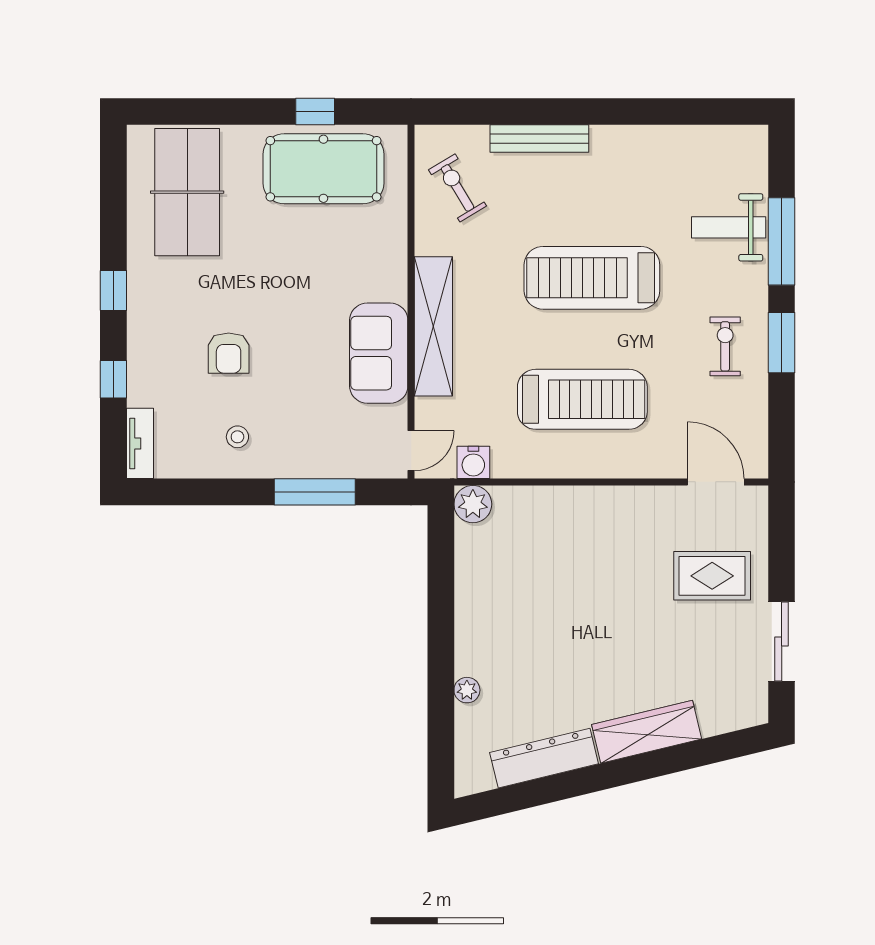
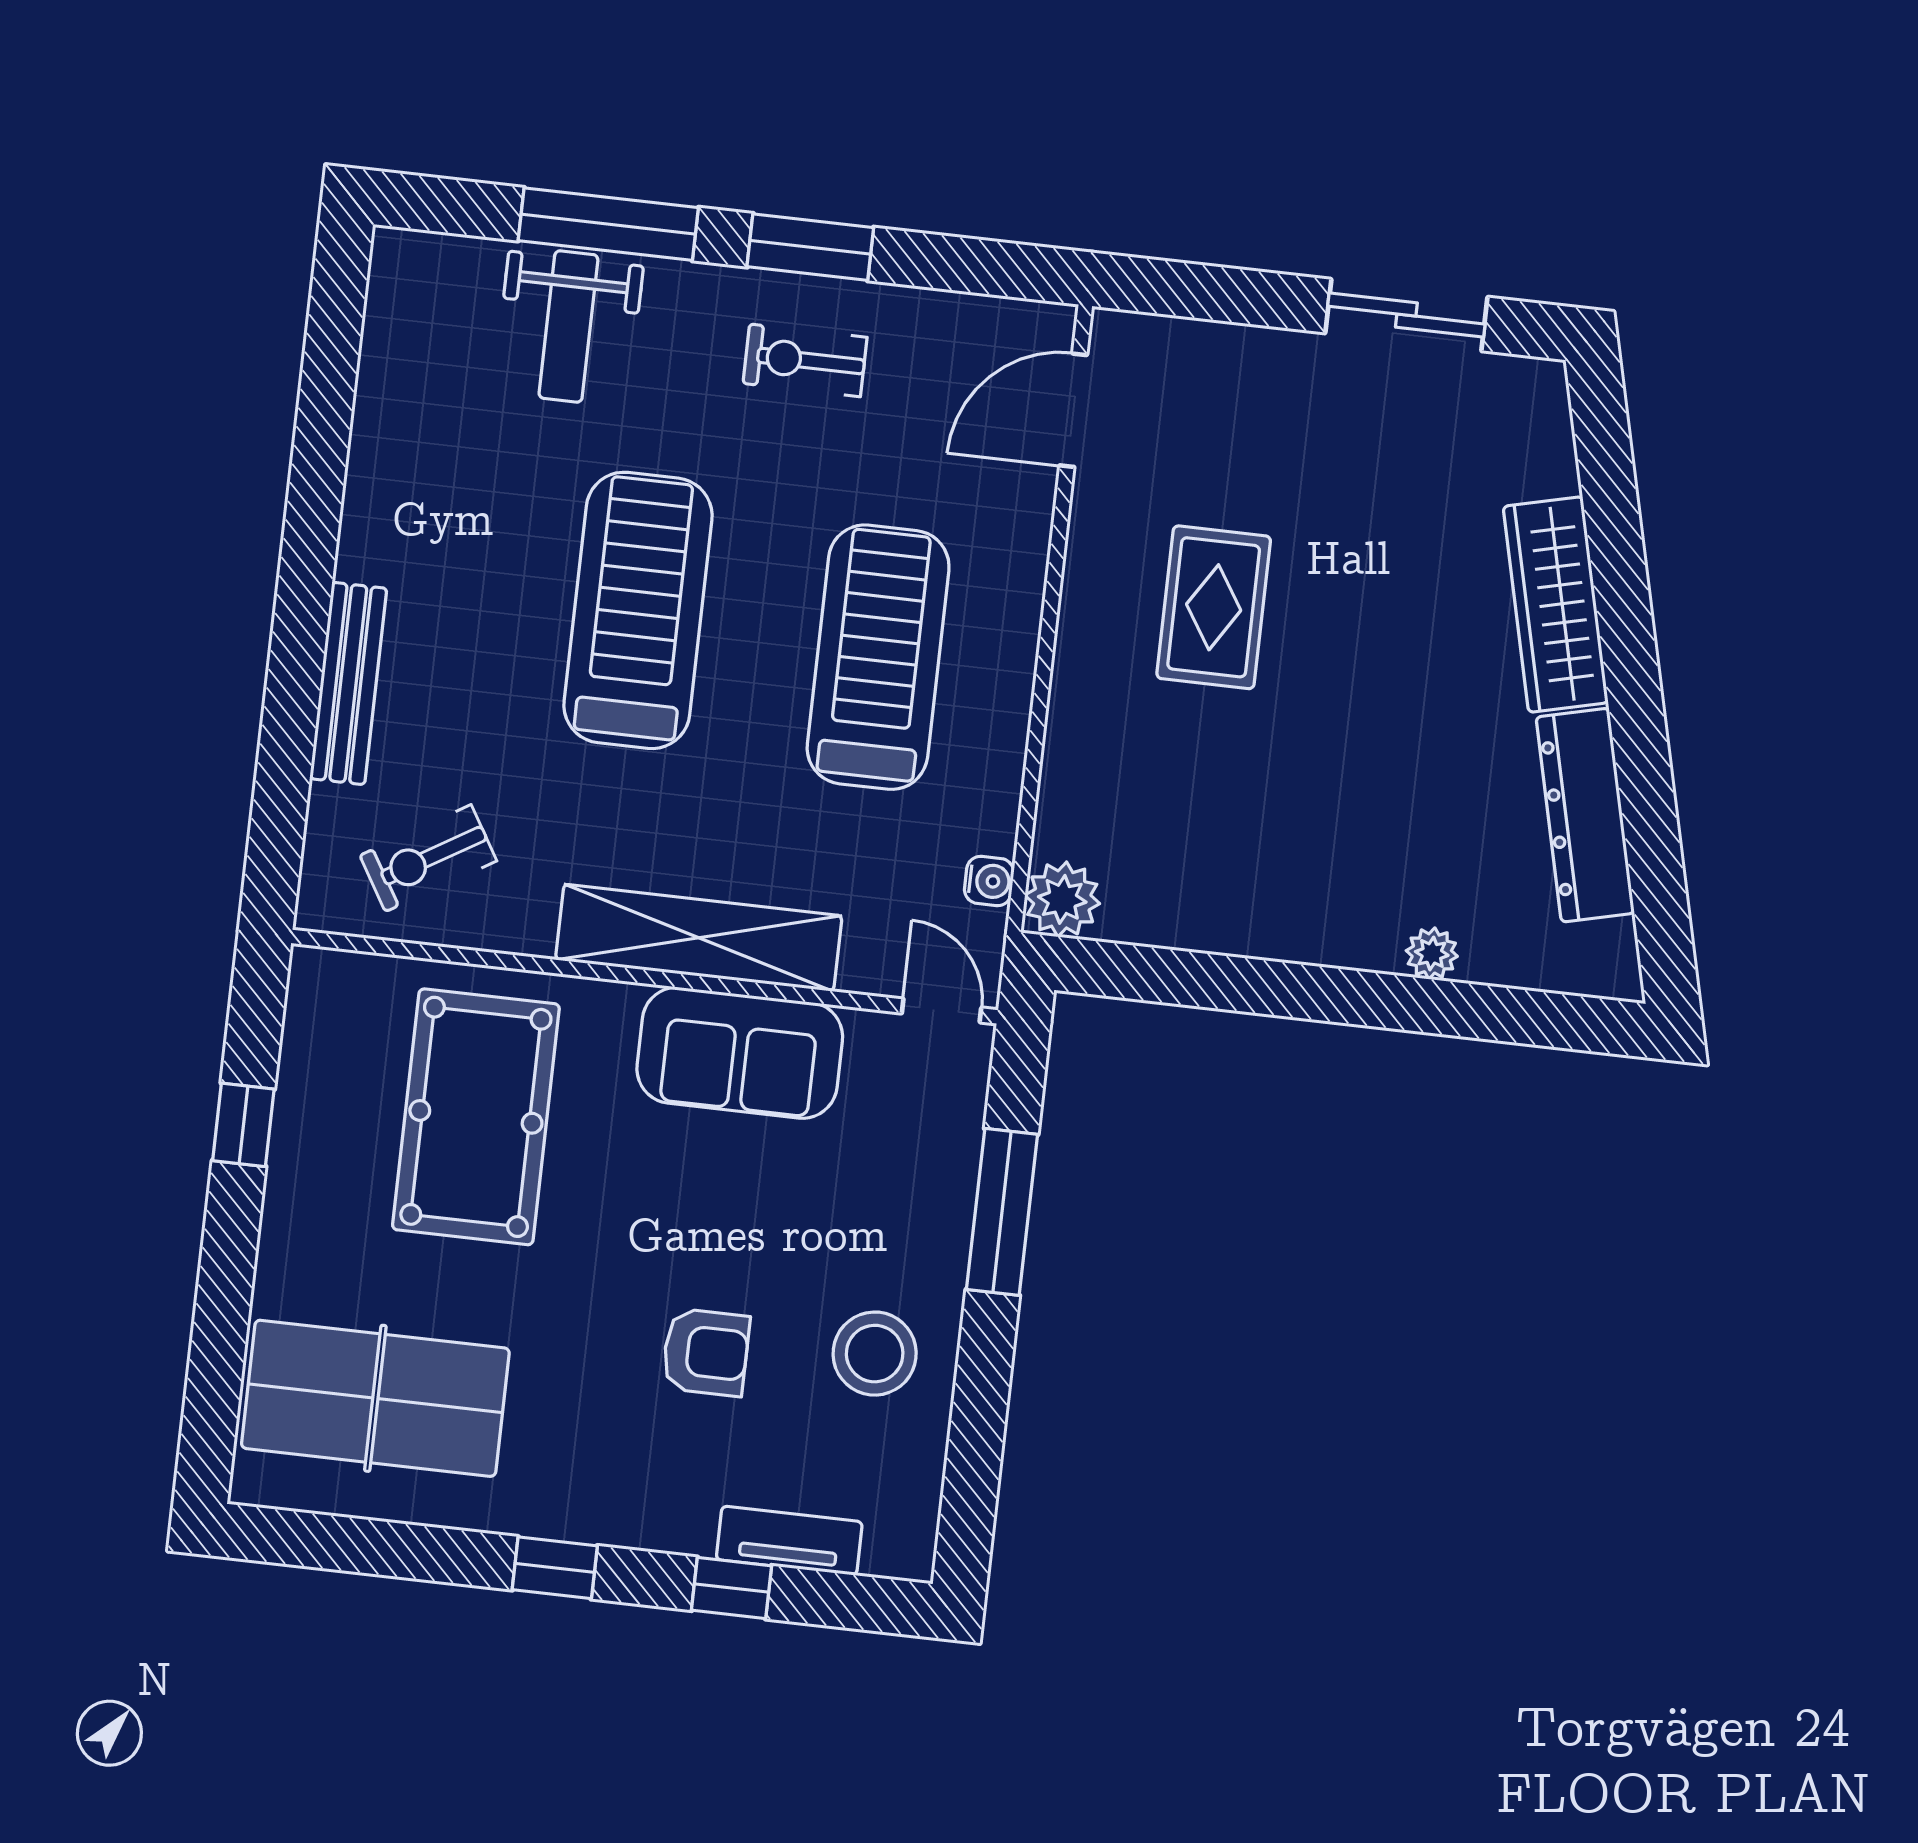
pool table: (323, 169) -> (476, 1117), moved
treadmill: (592, 278) -> (638, 610), turned 180
stool: (237, 437) -> (875, 1354), width x1.89, depth x1.89
tv unit: (140, 443) -> (789, 1541), moved
water cooler: (473, 462) -> (989, 881), width x0.72, depth x0.72
rug: (712, 576) -> (1214, 607), moved

